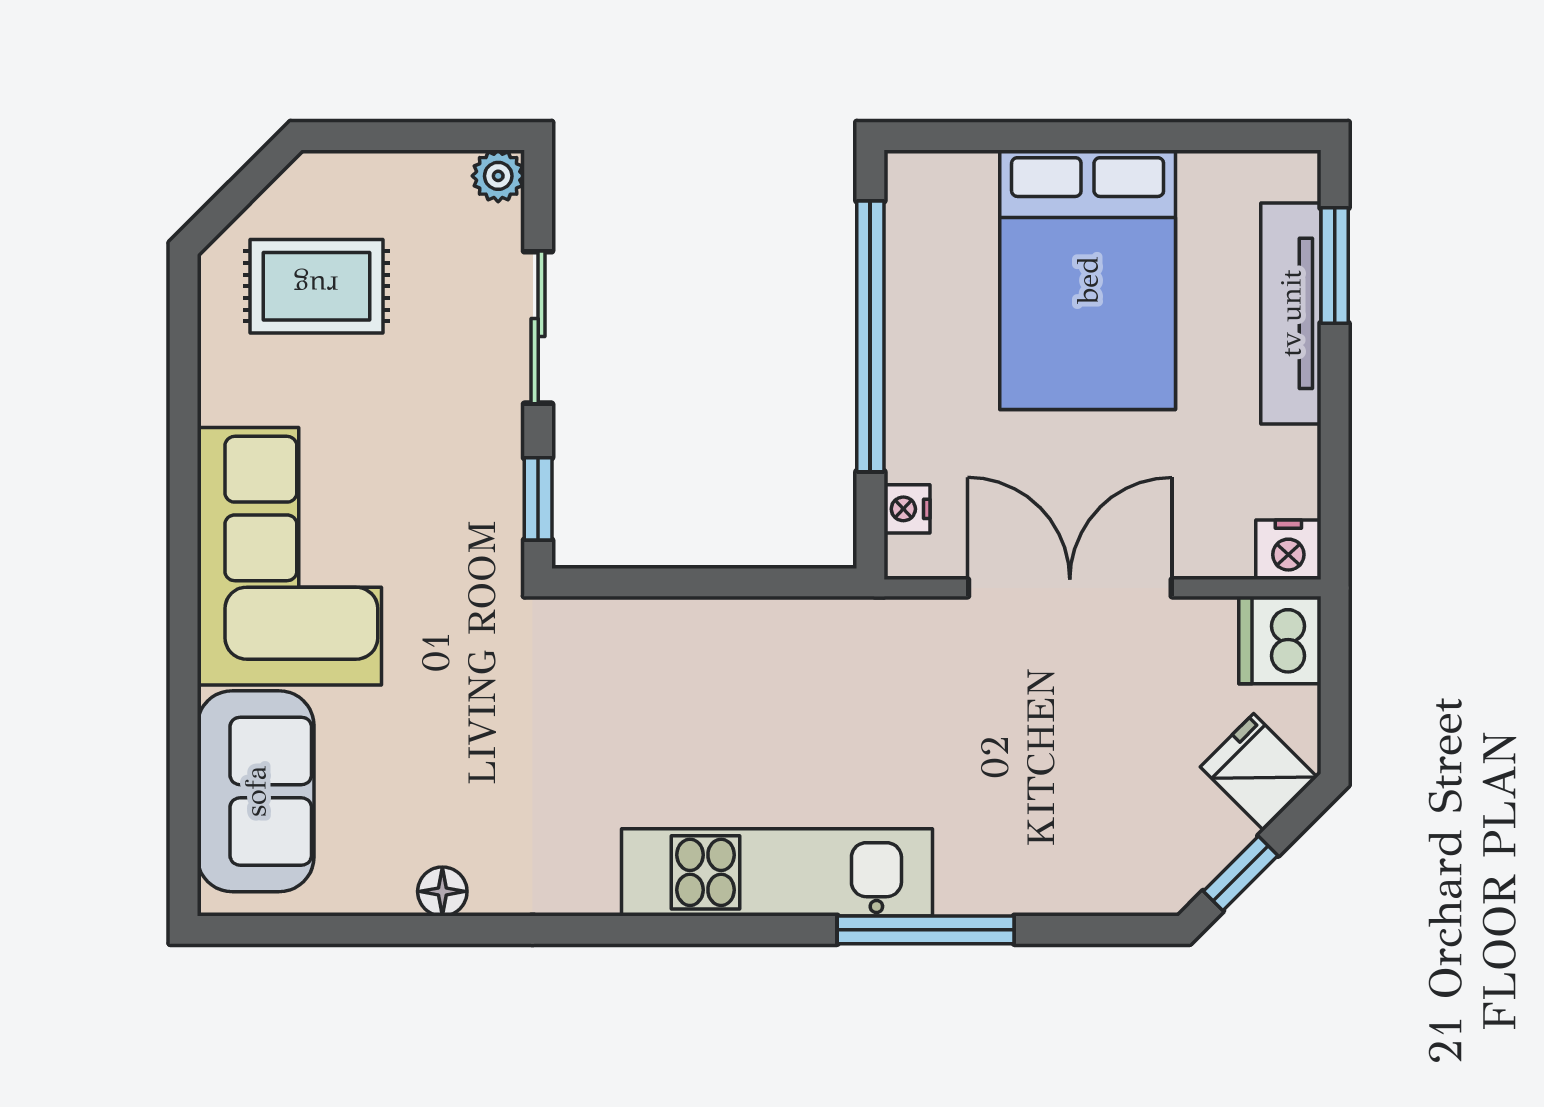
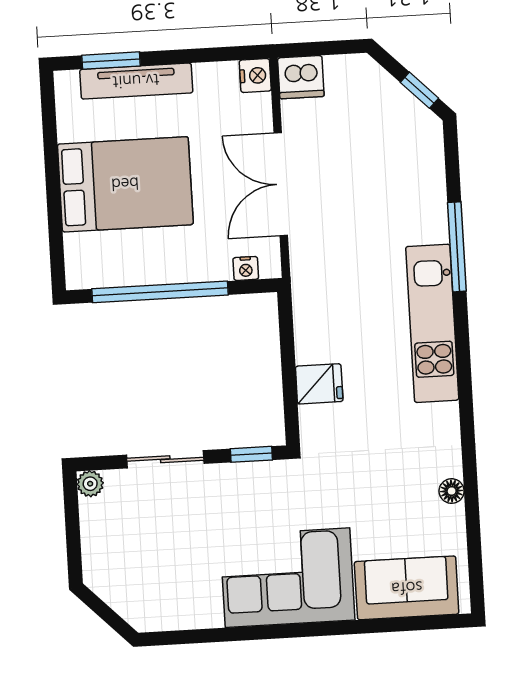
rug: (316, 286) -> (151, 572), removed
fridge: (1259, 772) -> (319, 384), moved, turned -135

